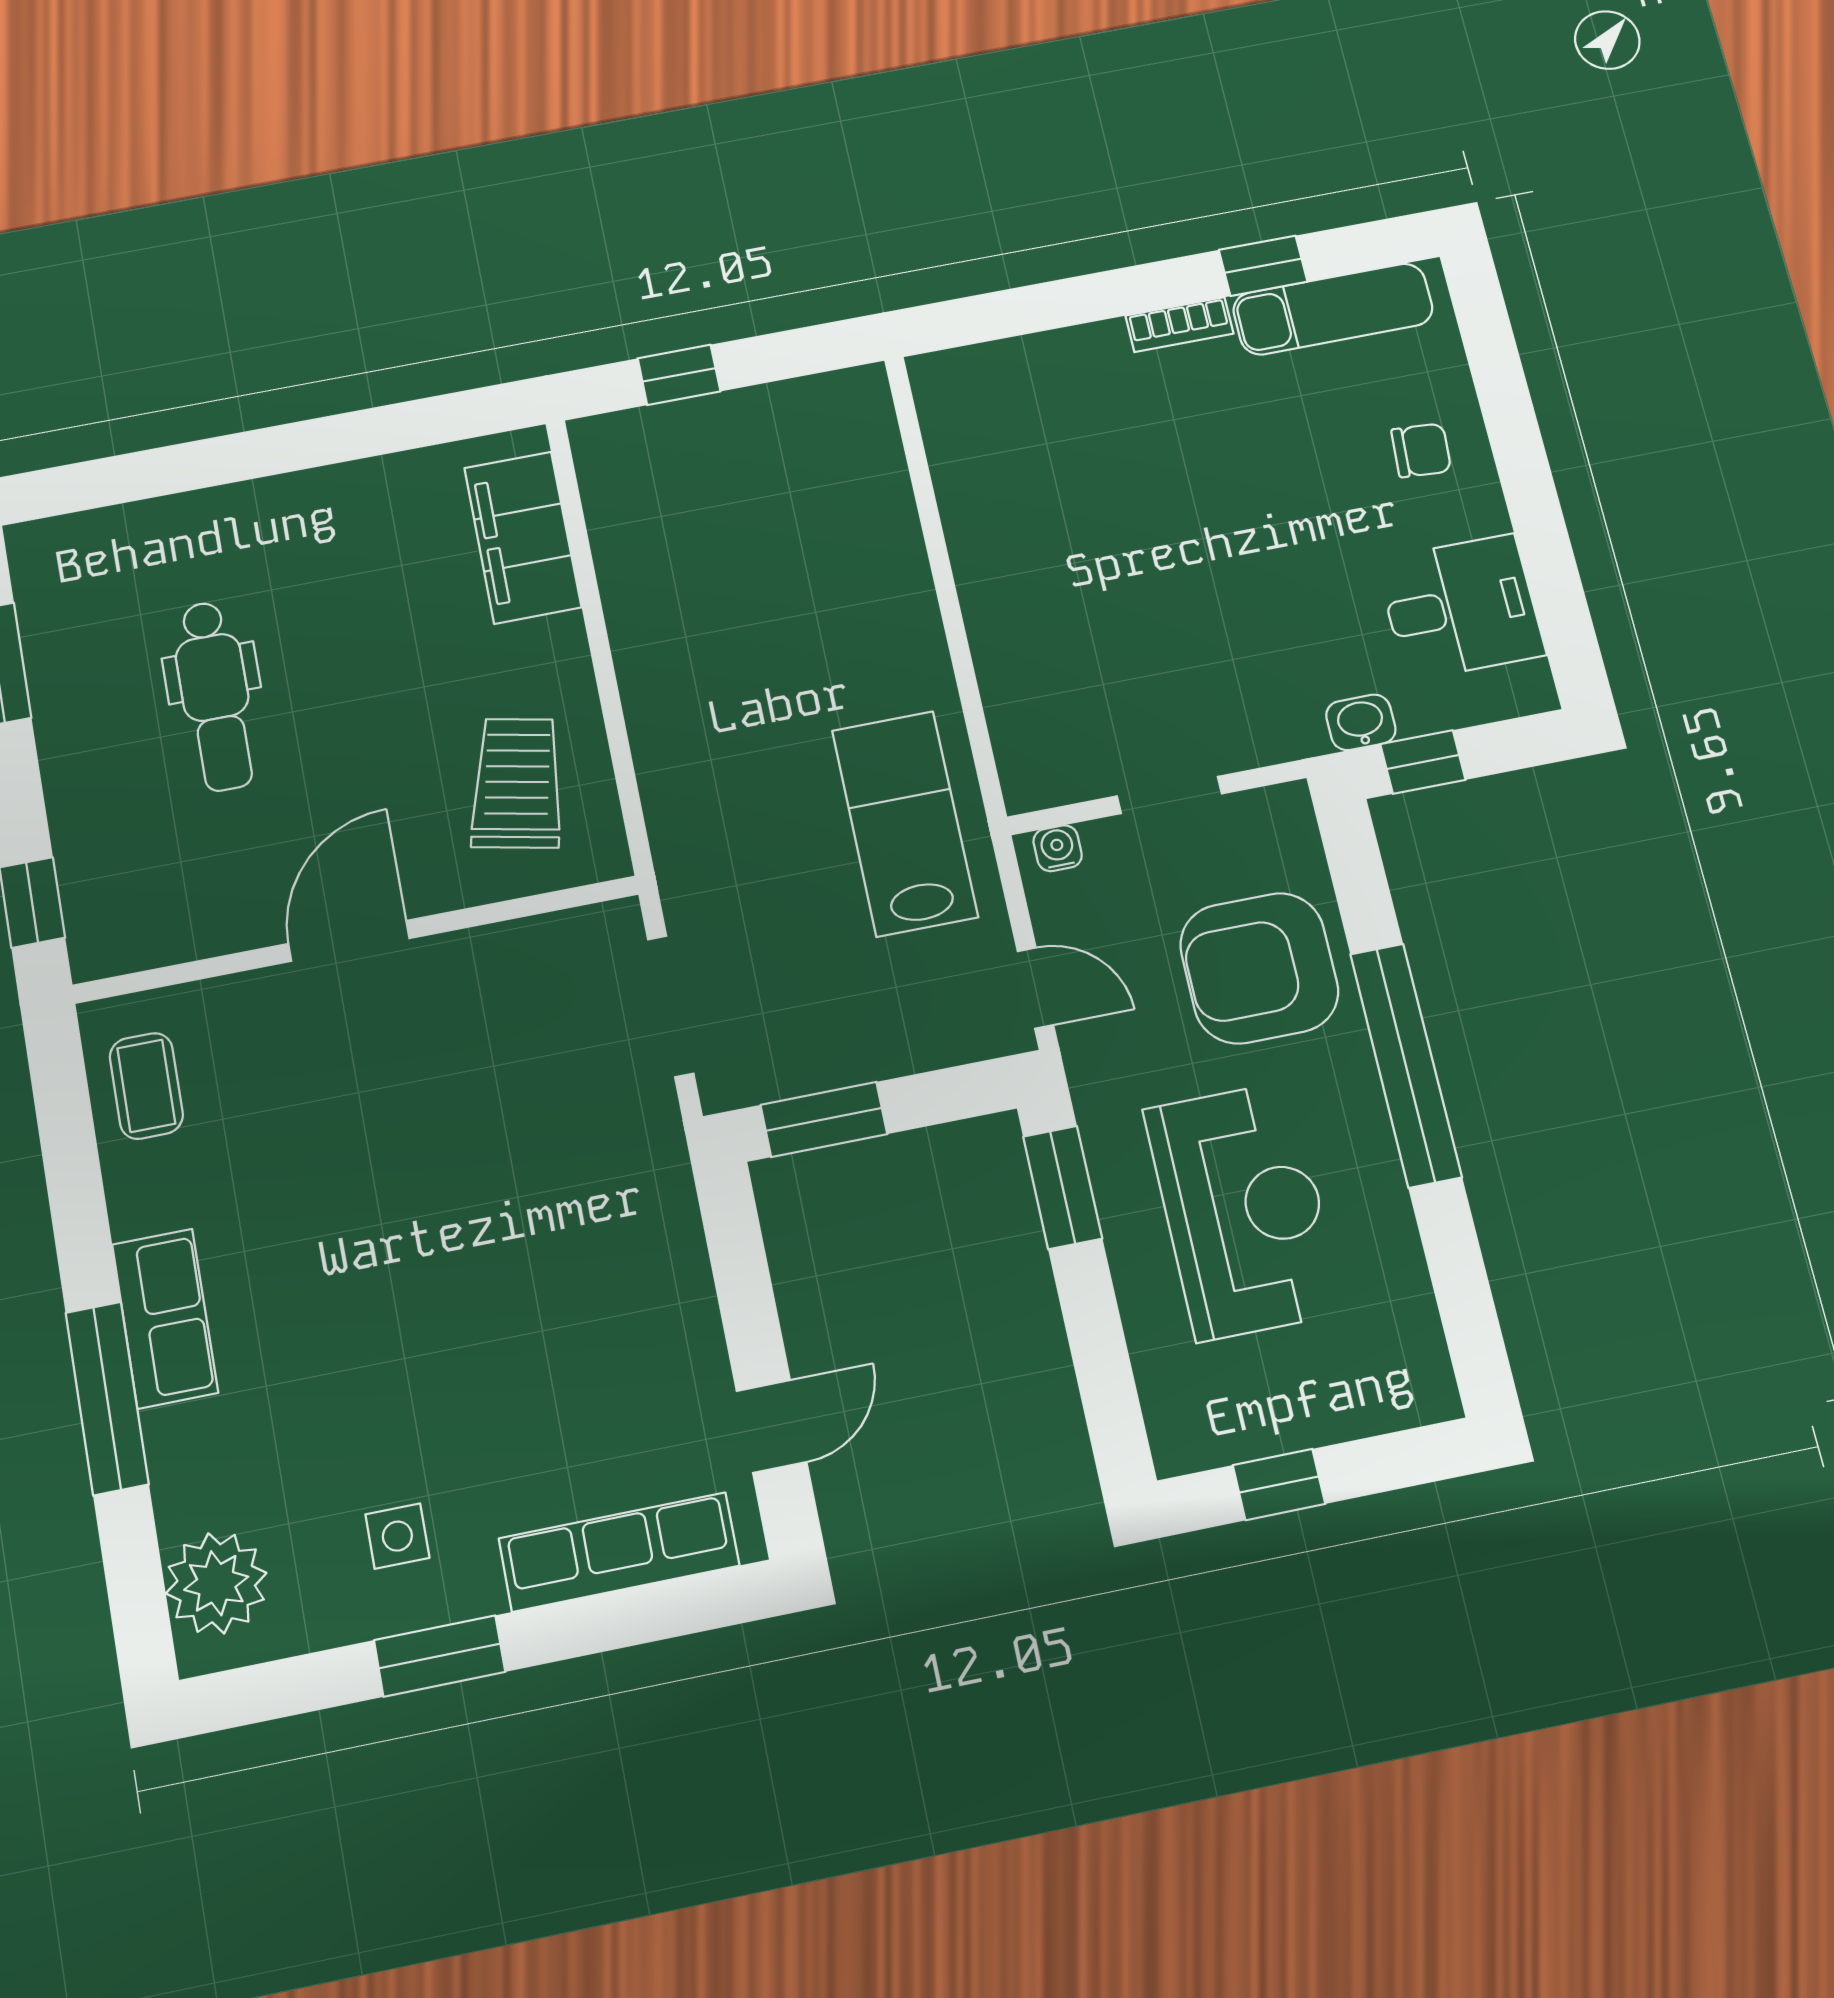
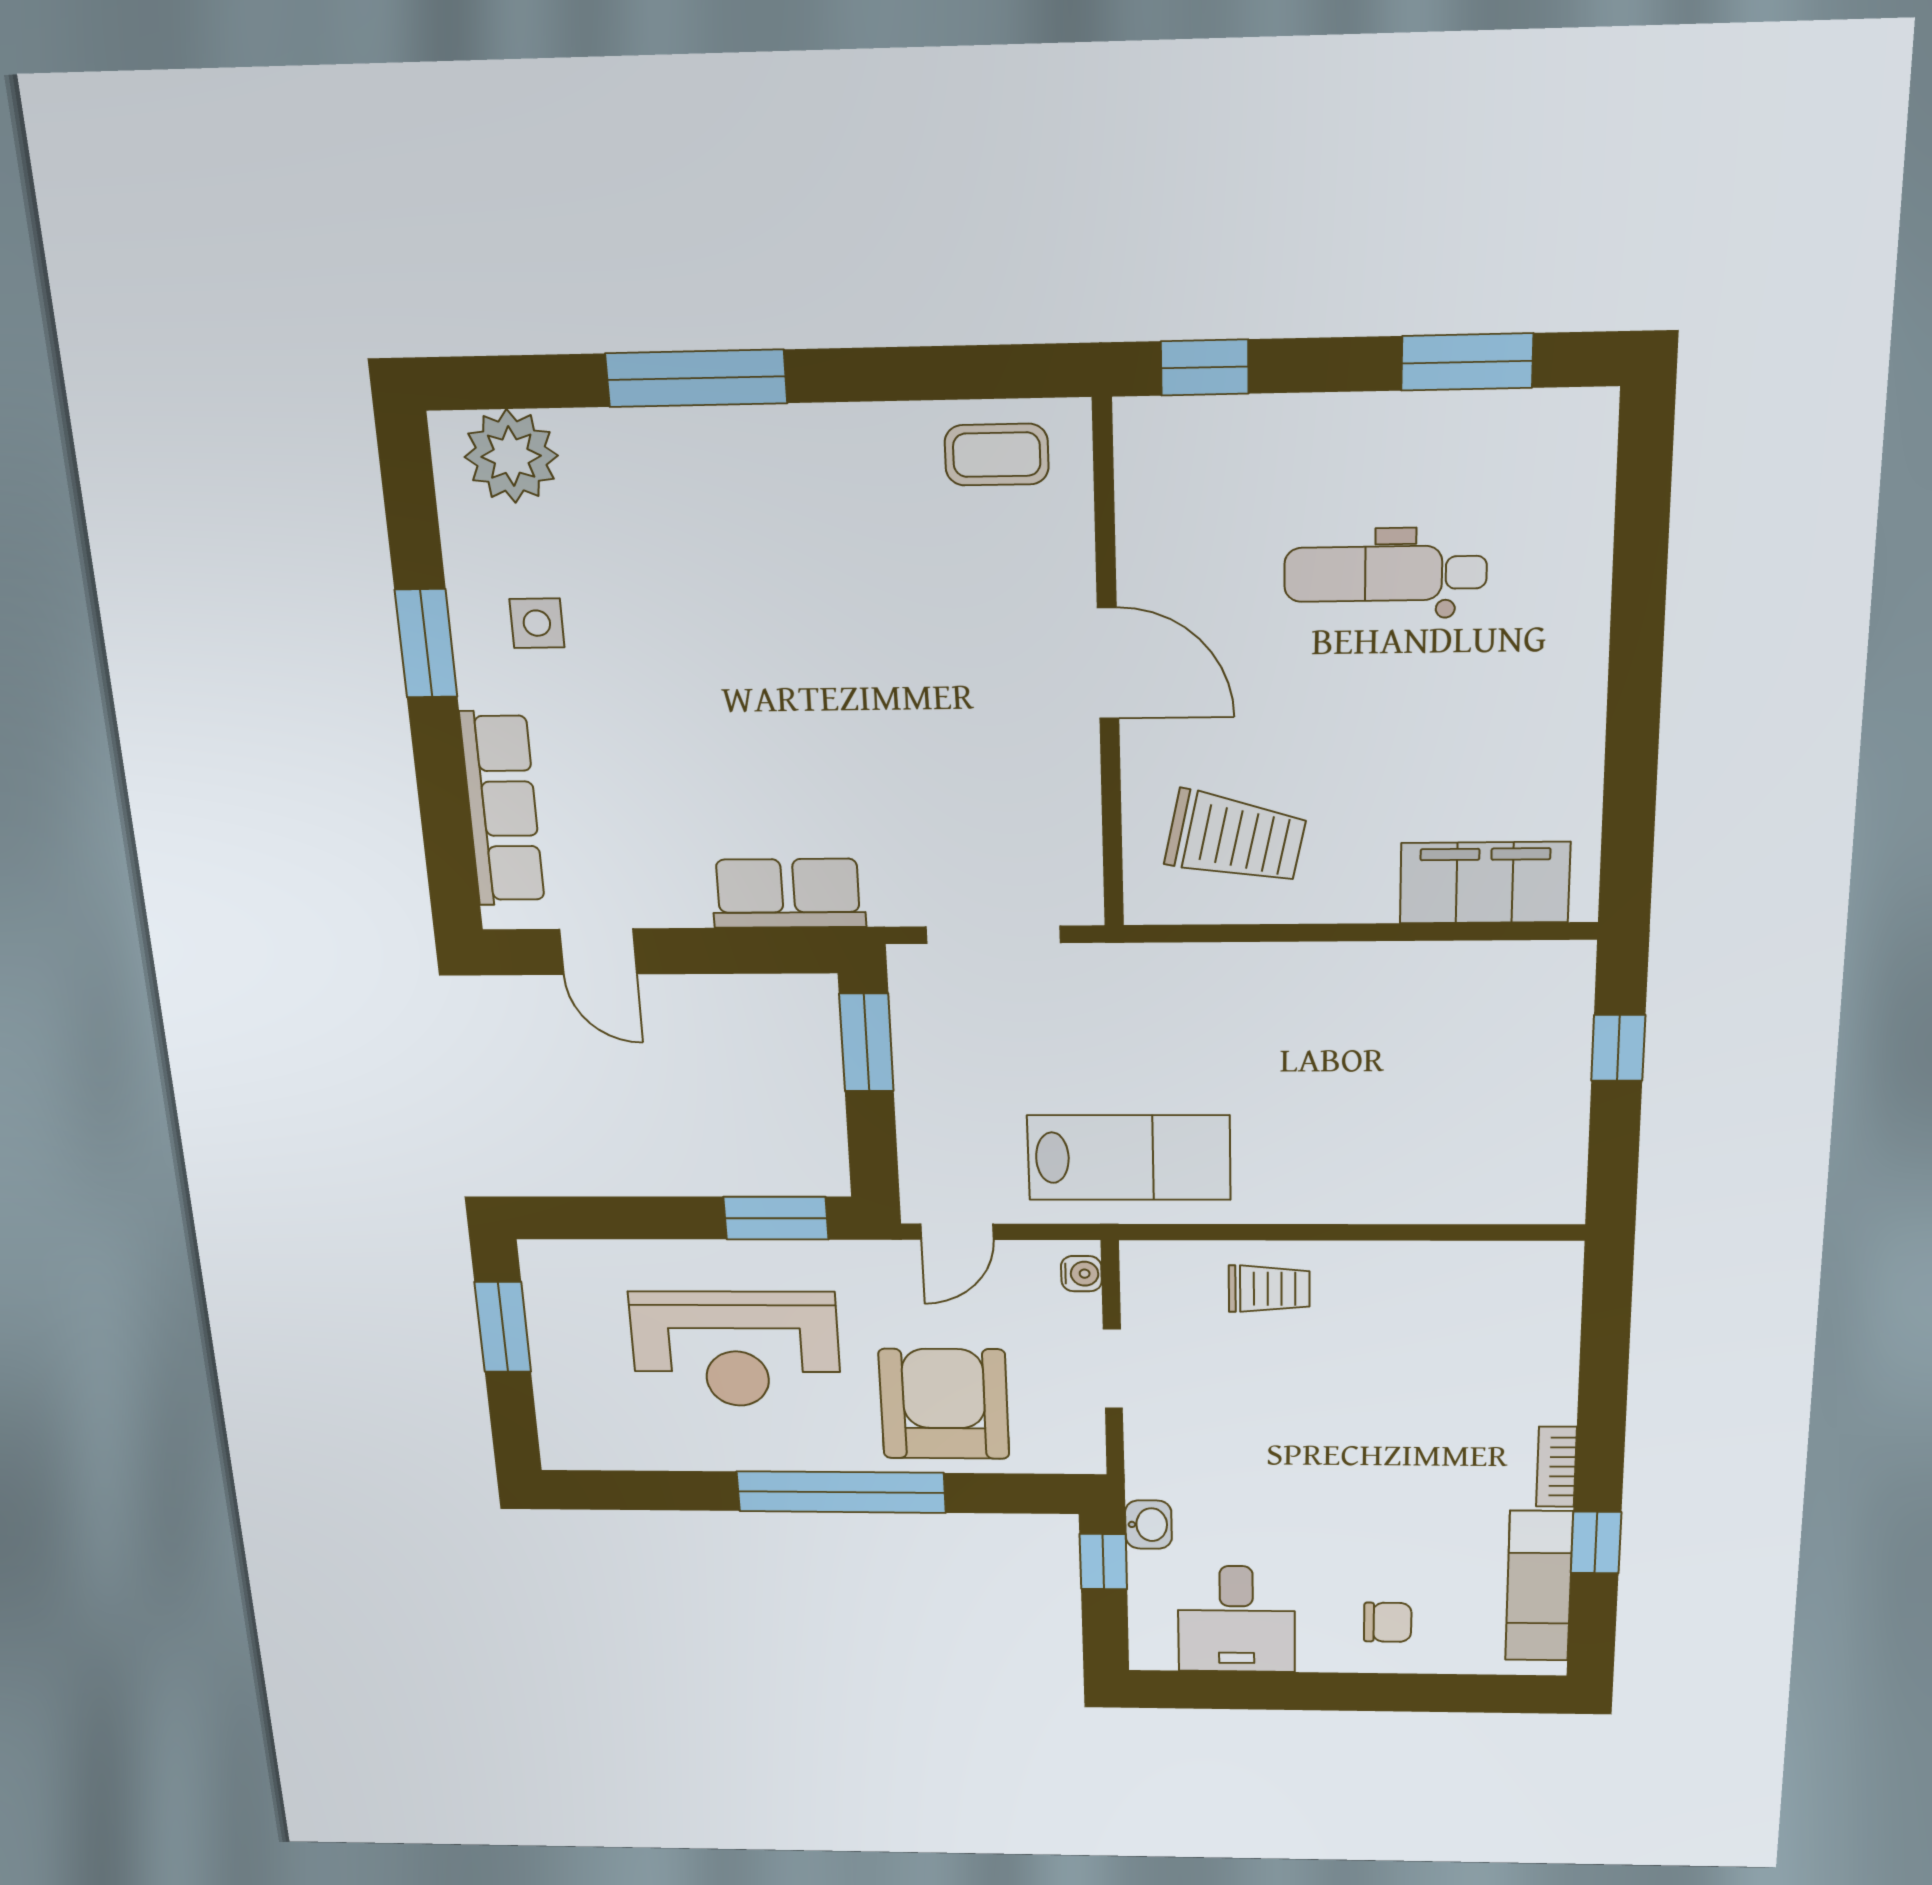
chair: (1421, 450) -> (1388, 1622), turned -94
trolley: (1031, 652) -> (1269, 1289), added
row of seats: (165, 1318) -> (788, 893), moved, turned 180
window: (1279, 1484) -> (503, 1327), width x1.50

